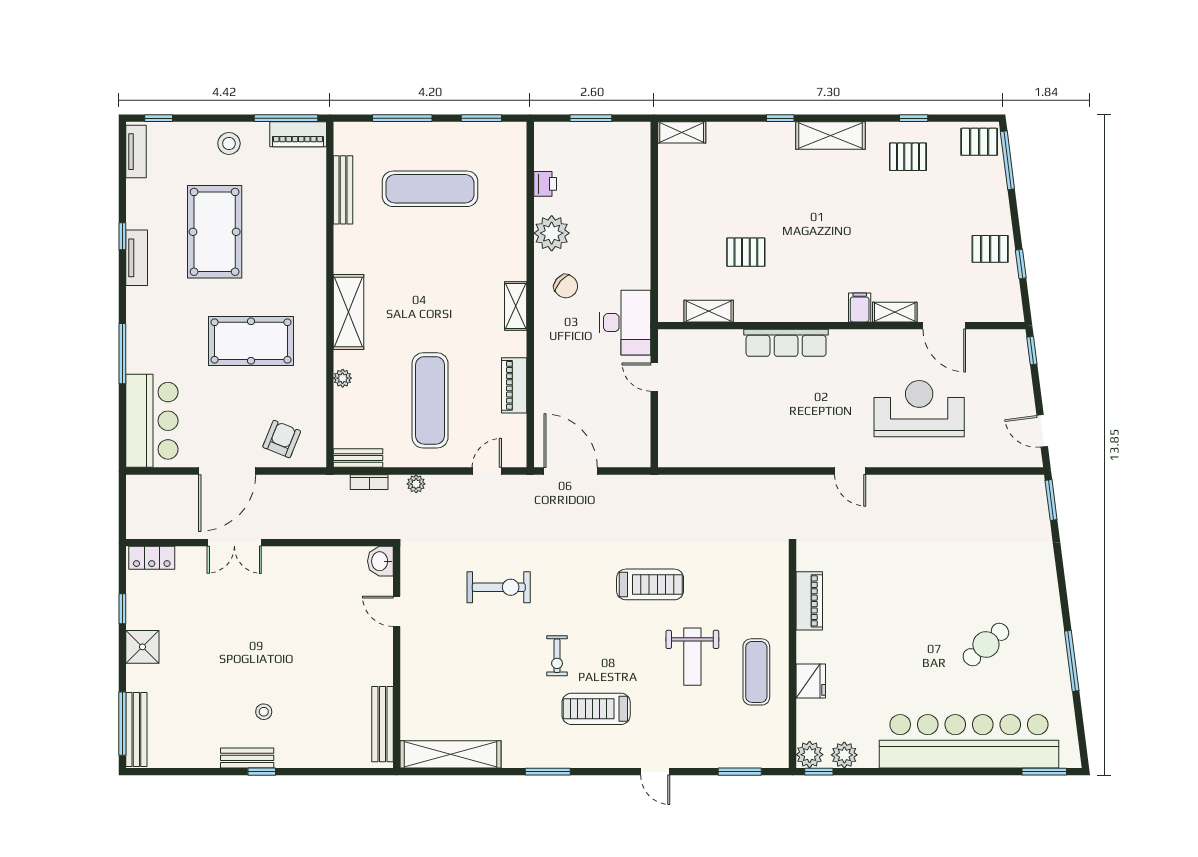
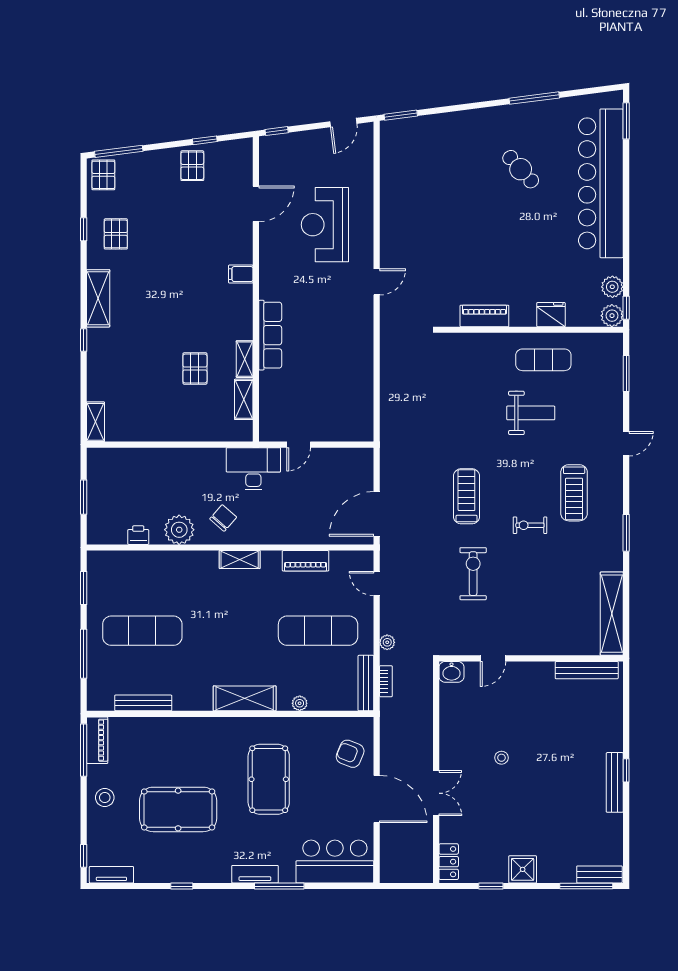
exercise mat: (430, 189) -> (142, 631), turned 90
tv unit: (137, 258) -> (255, 874), moved
shelving: (895, 312) -> (245, 359), moved
bench: (358, 458) -> (366, 683), width x1.36
treadmill: (650, 584) -> (466, 496), moved
exercise bike: (557, 656) -> (530, 525), turned 180
stool: (264, 712) -> (501, 758), moved
bench: (136, 730) -> (599, 874), width x0.73
bench: (247, 758) -> (615, 782), width x1.36

